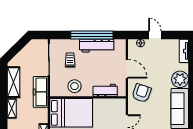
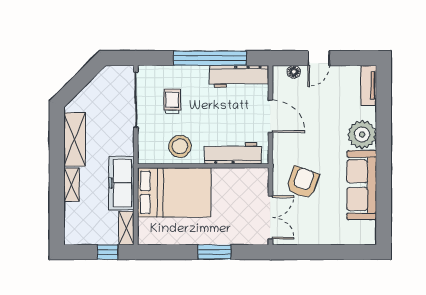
door: (155, 35) -> (319, 58), swing flipped
workbench: (97, 46) -> (239, 76), moved
workbench: (105, 90) -> (233, 153), width x1.38
freezer: (41, 92) -> (122, 183), moved
armchair: (142, 93) -> (303, 182), moved

